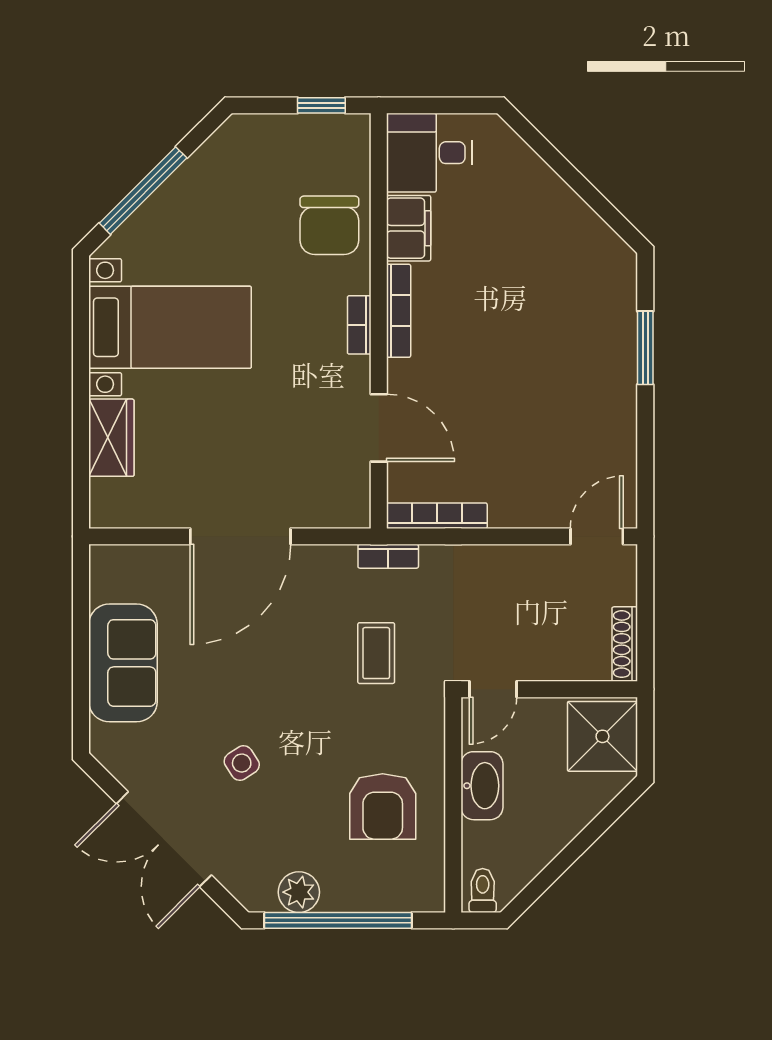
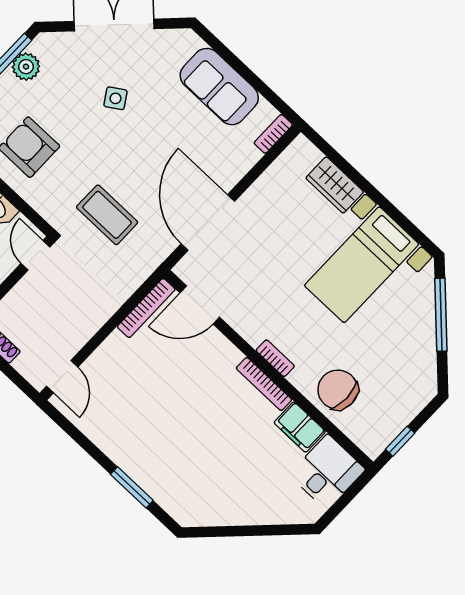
door: (379, 428) -> (200, 305), moved
door: (240, 536) -> (208, 223), moved
bookcase: (388, 556) -> (273, 134), moved
coffee table: (376, 653) -> (107, 215), width x1.36, depth x1.30

